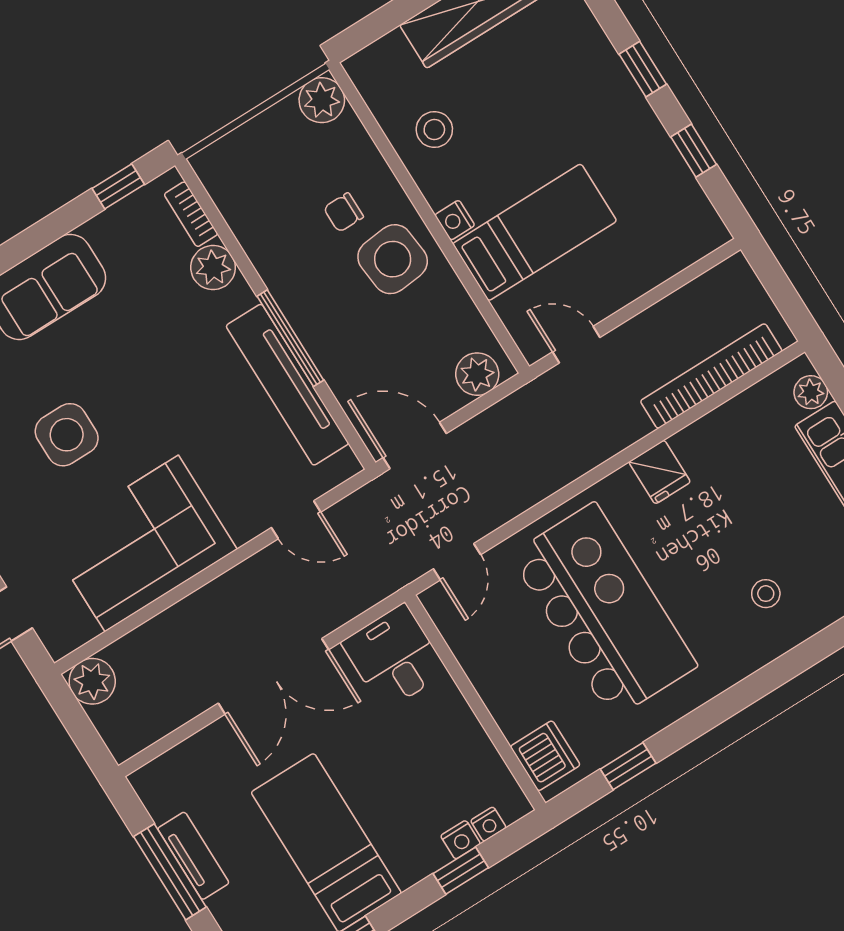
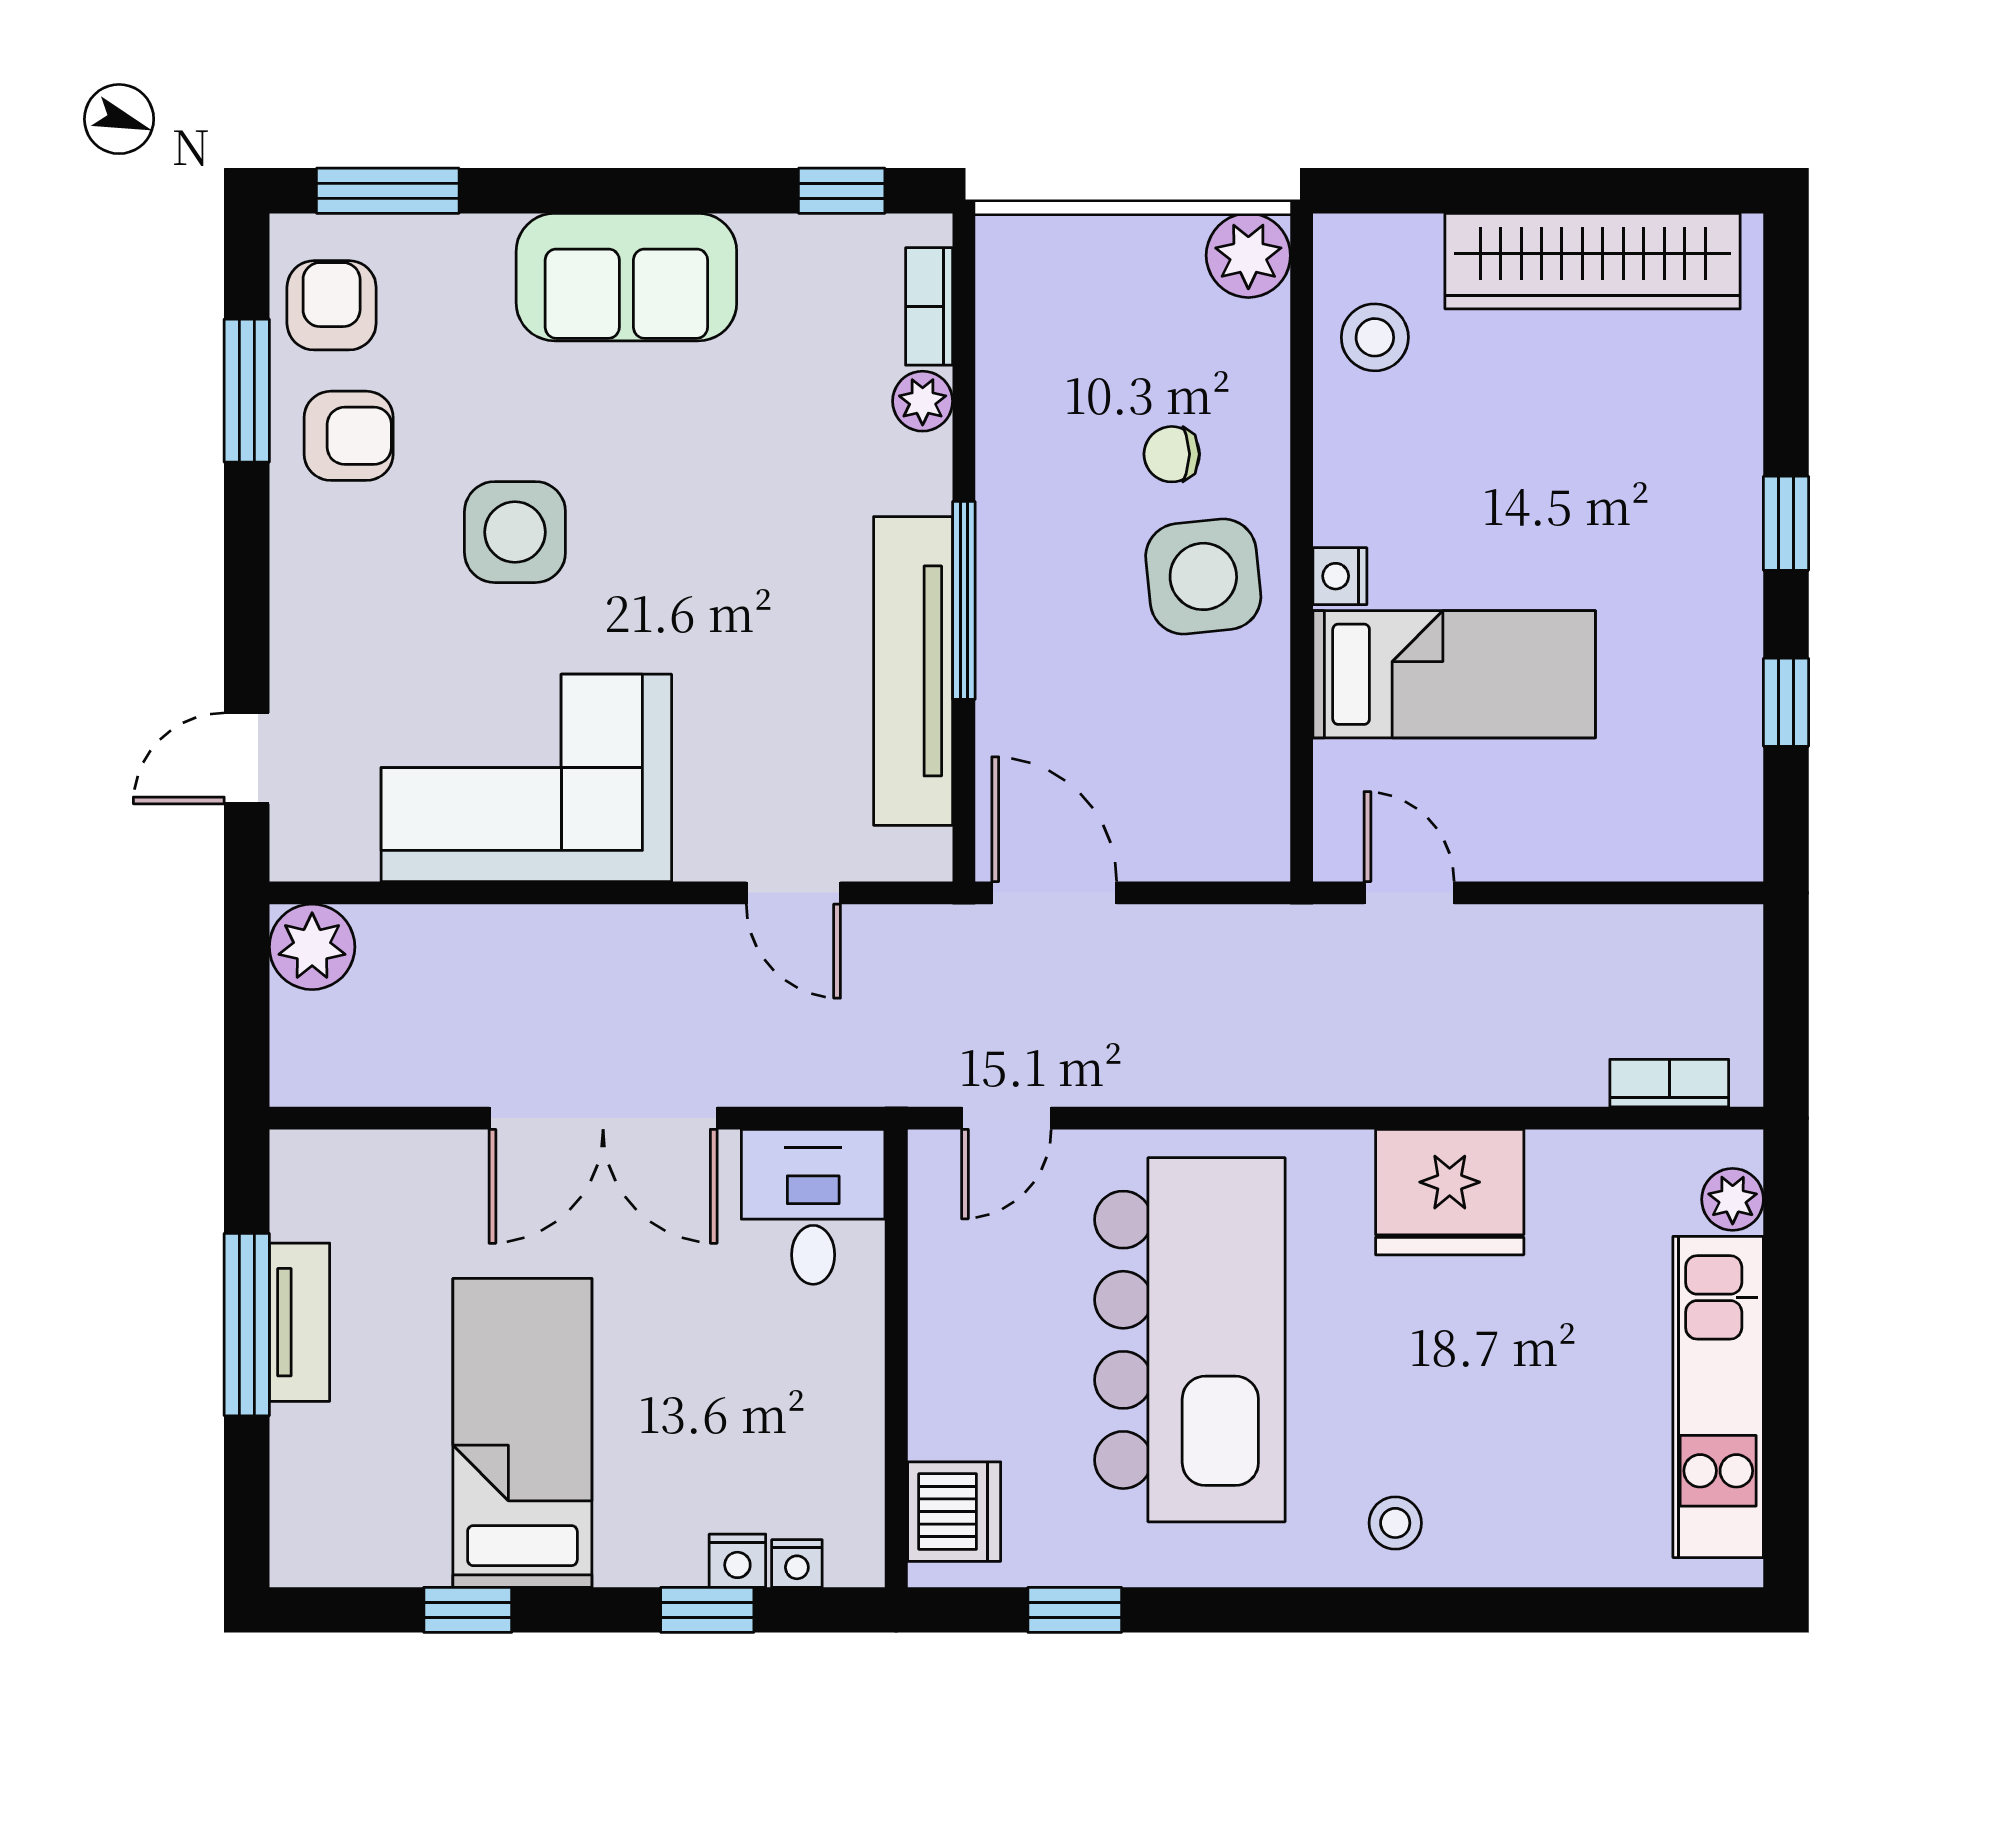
stool: (434, 129) -> (1375, 337), moved
plant: (213, 268) -> (923, 401), width x0.73, depth x0.73
plant: (477, 374) -> (1223, 842), removed
bookcase: (711, 376) -> (1669, 1083), width x0.43, depth x0.76
fridge: (660, 472) -> (1450, 1192), width x1.88, depth x1.34
stool: (766, 594) -> (1395, 1523), moved

